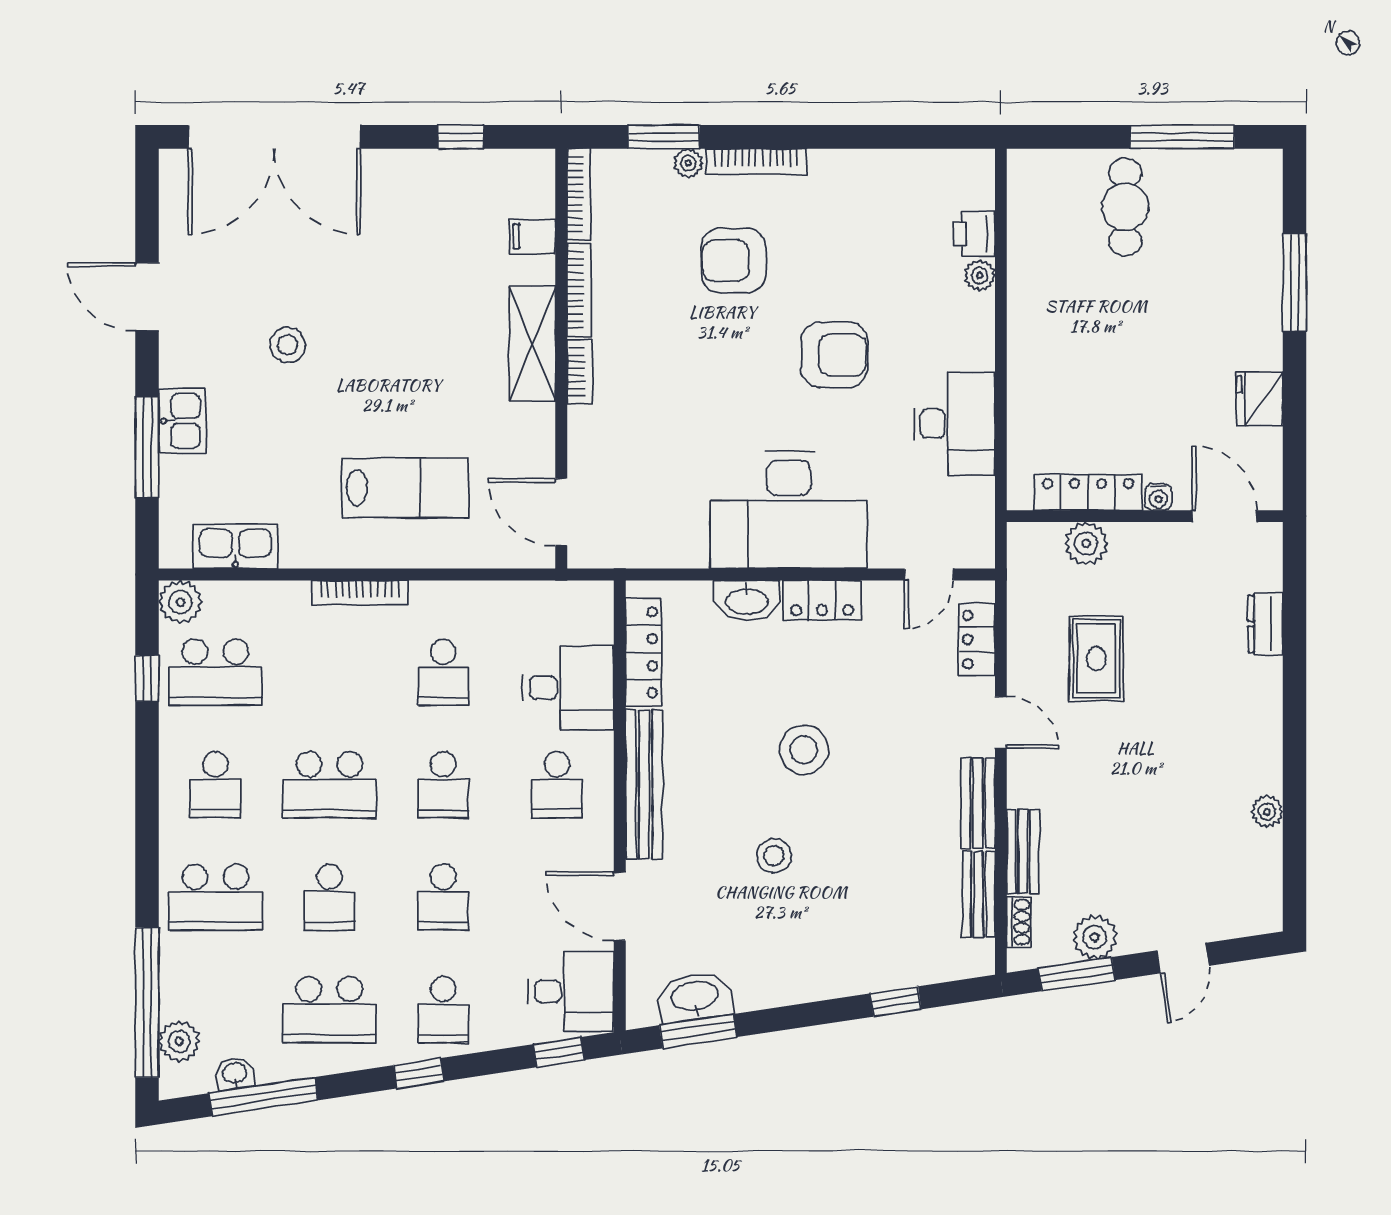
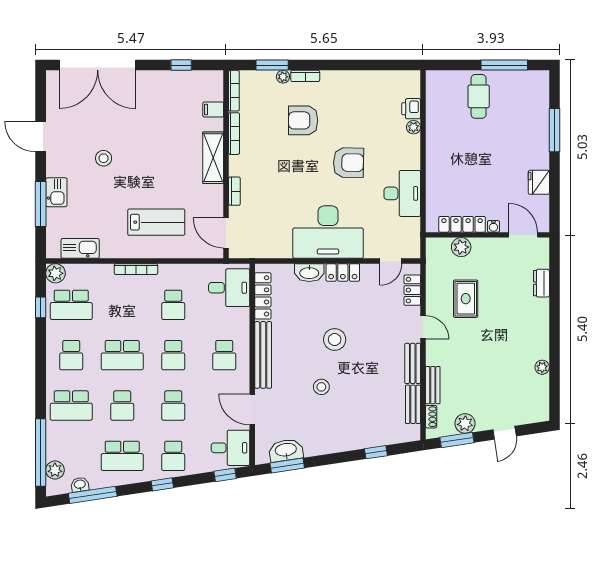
bookcase: (756, 161) -> (305, 76), width x0.64
bookcase: (580, 372) -> (234, 191), moved
desk: (568, 688) -> (229, 288), moved

